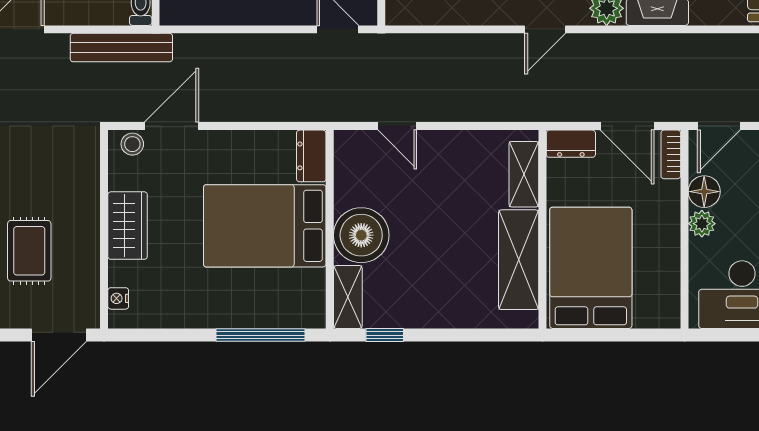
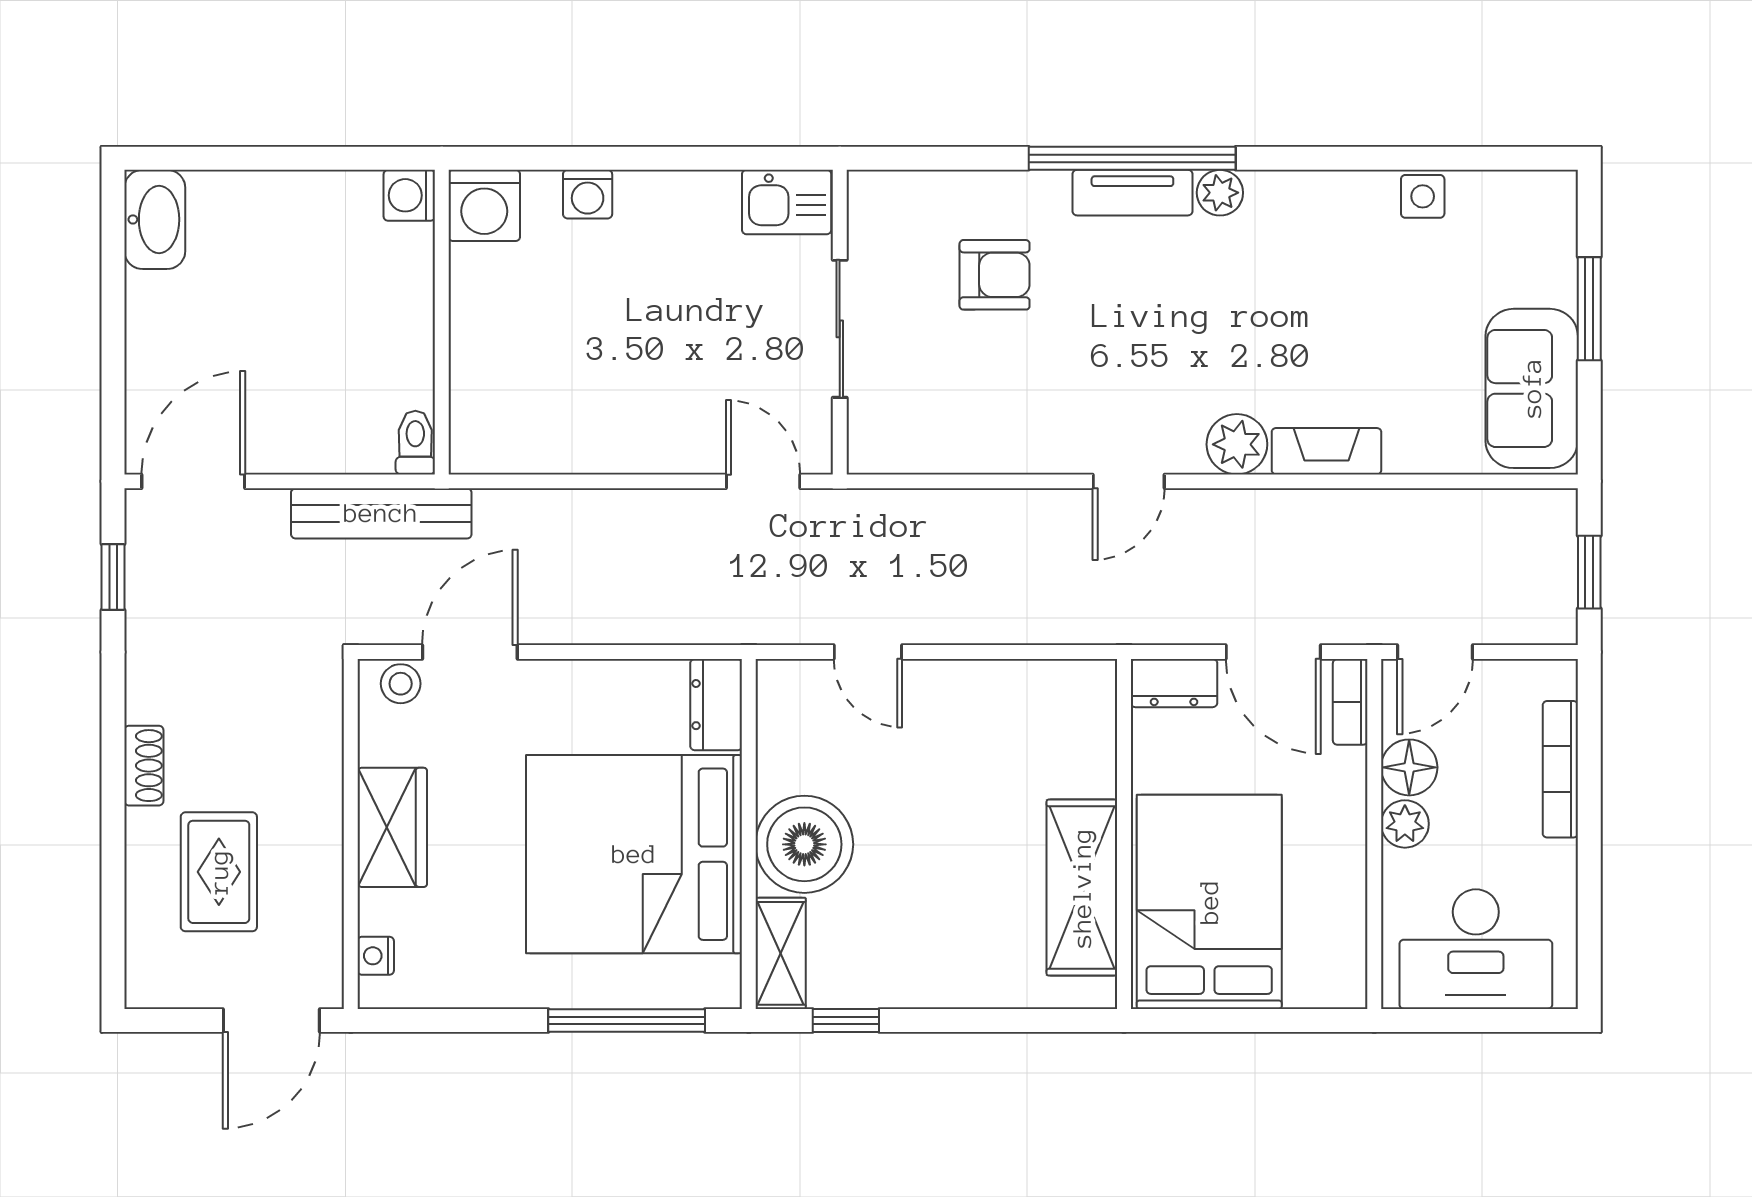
shelving: (524, 174) -> (1091, 737), removed
bed: (265, 226) -> (634, 854), width x1.36

